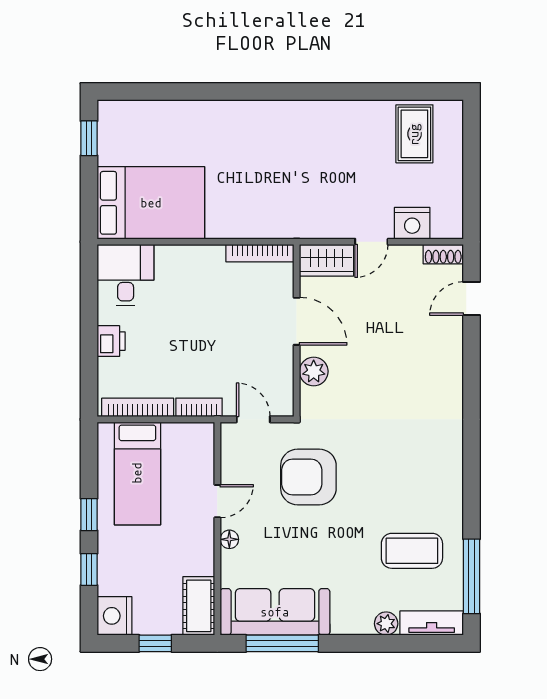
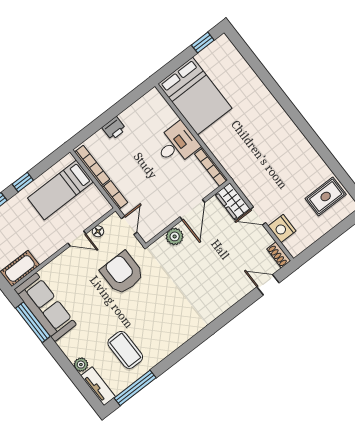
desk: (126, 275) -> (177, 144), moved
floor lamp: (229, 539) -> (98, 231), moved

